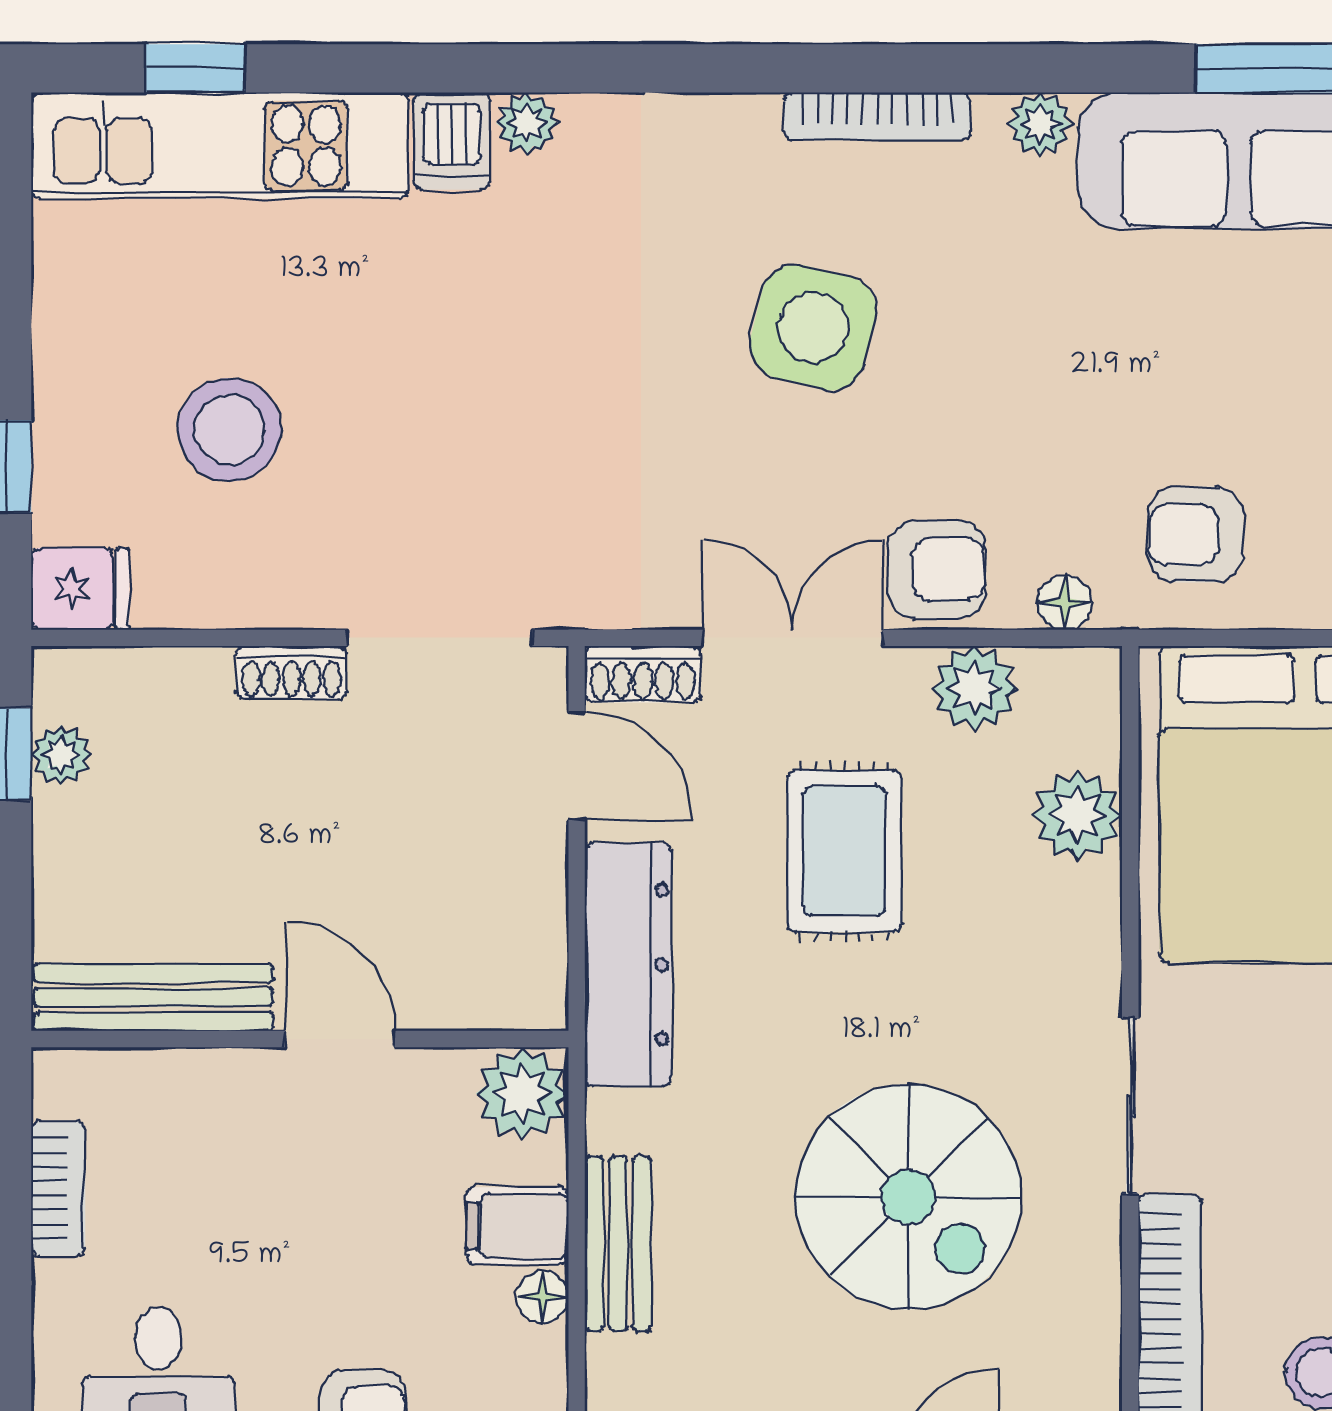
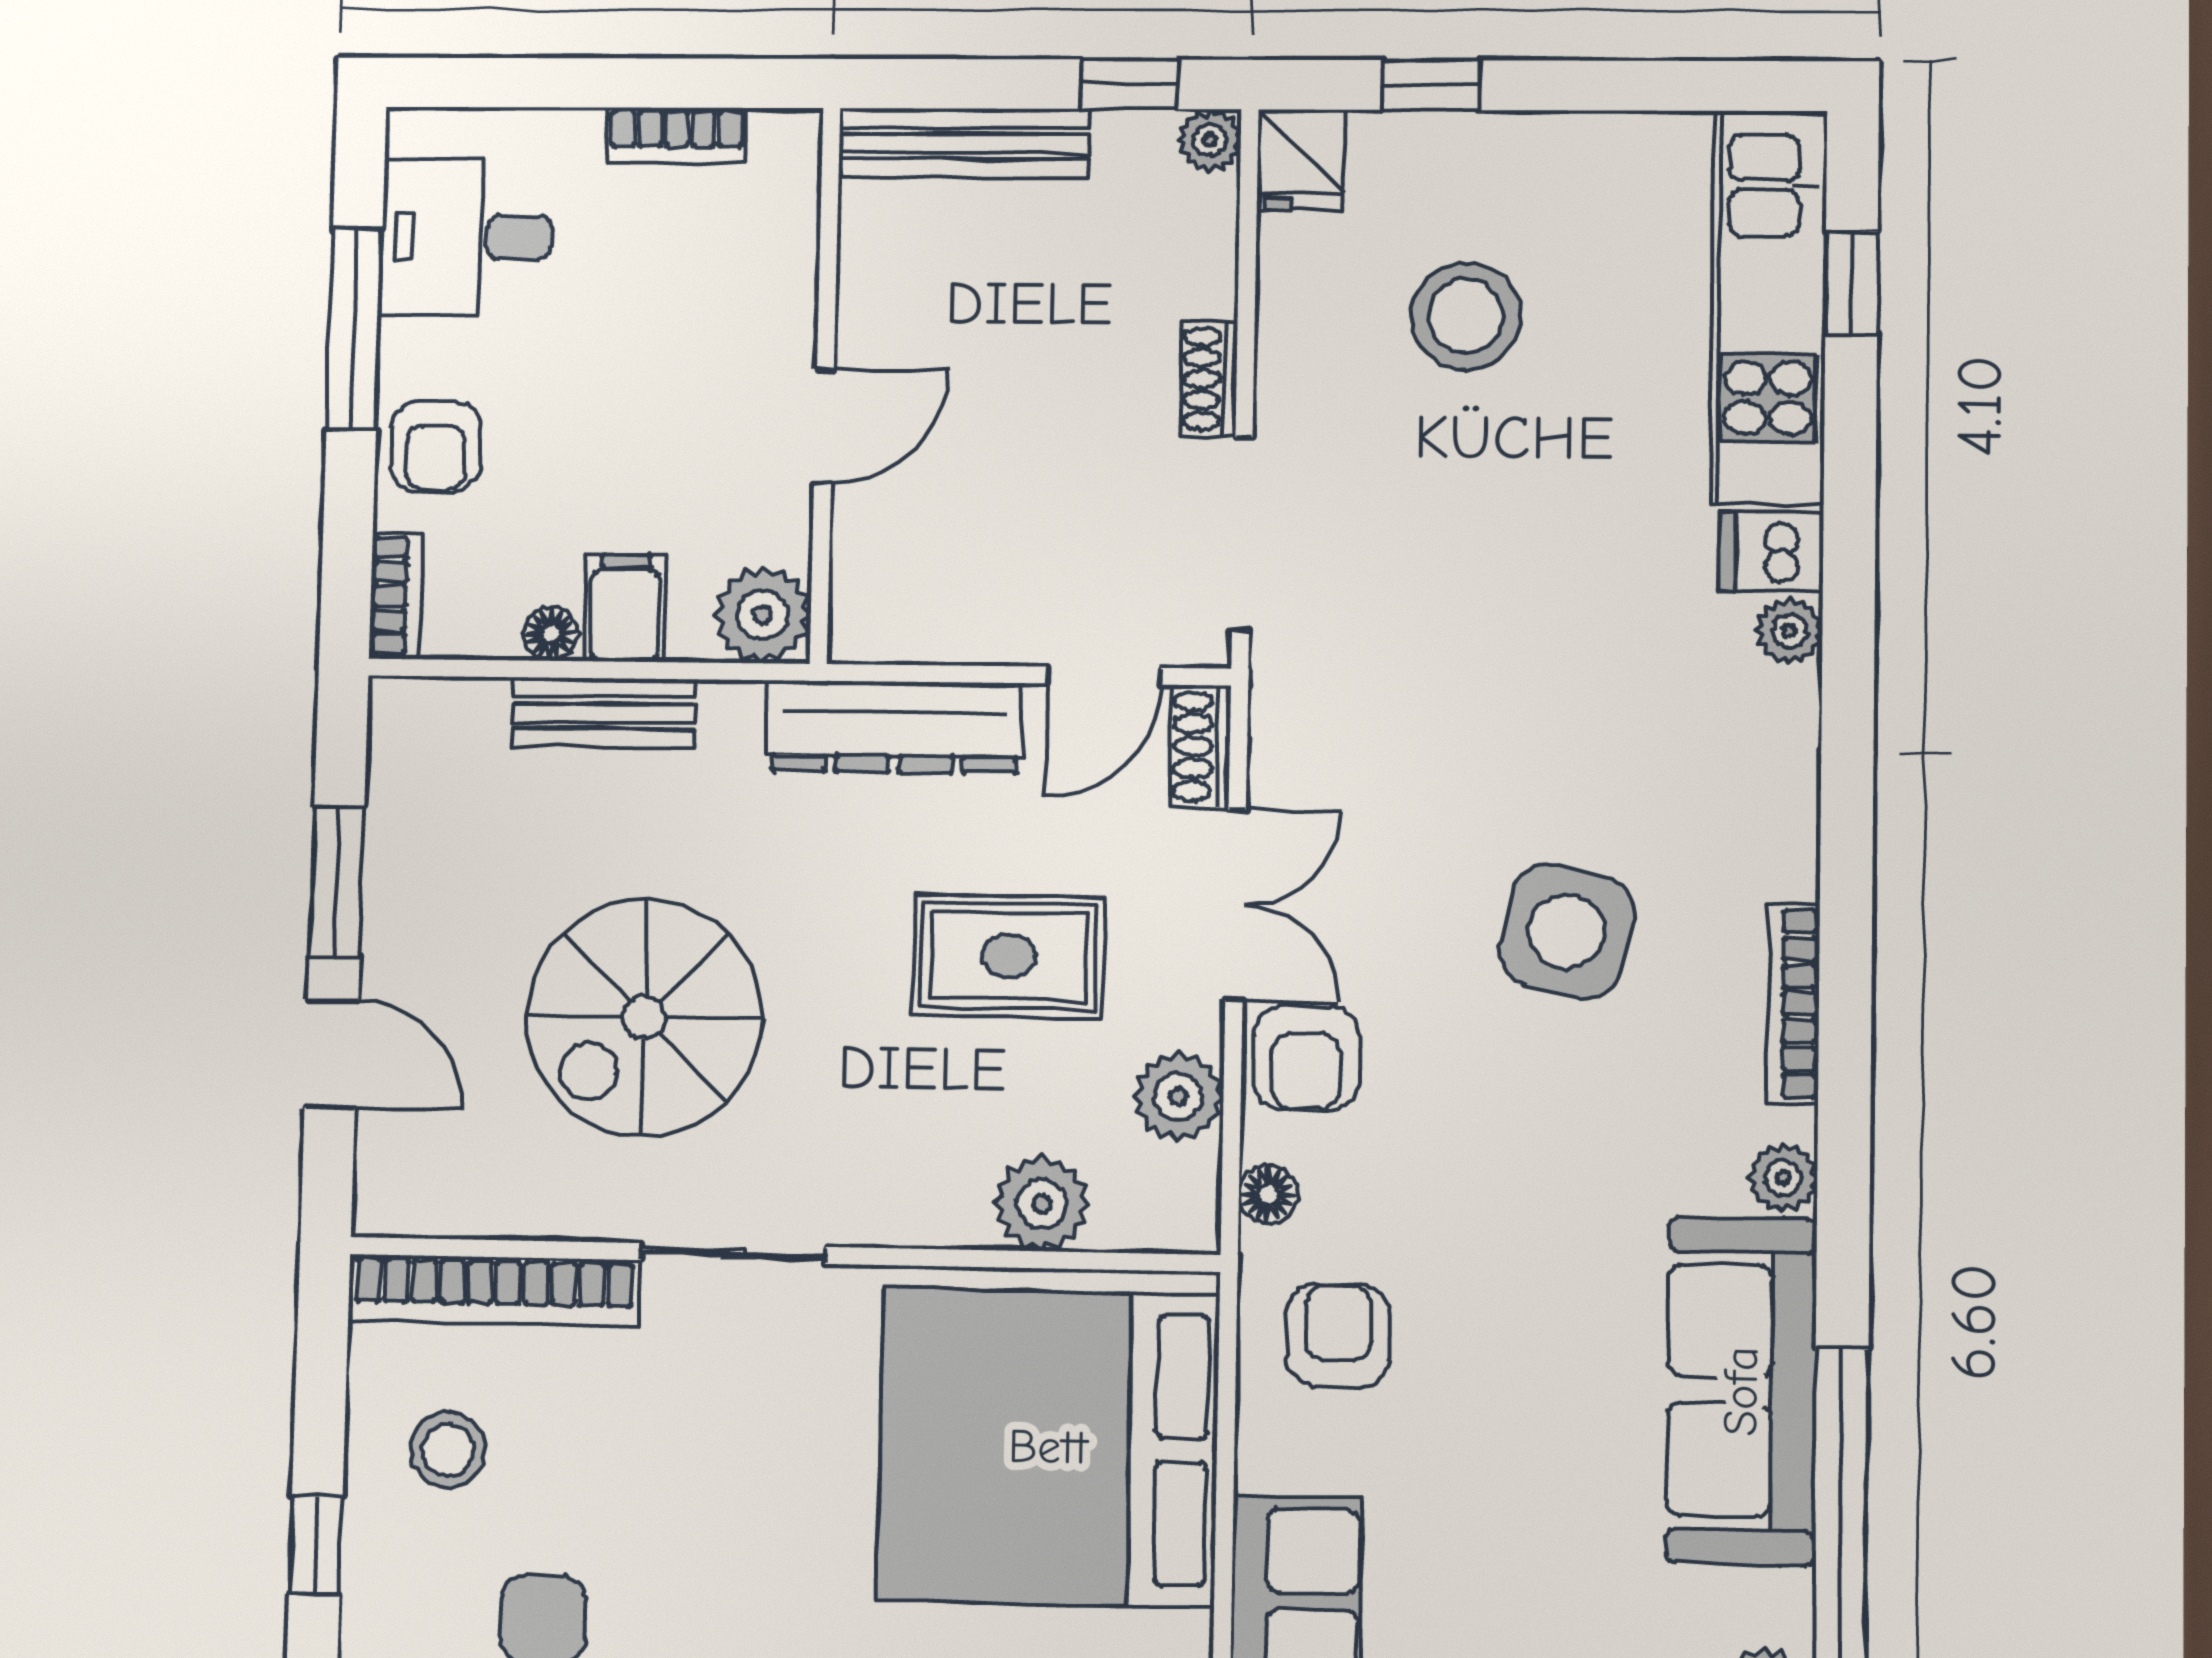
plant: (61, 755) -> (1210, 140), moved
bench: (153, 997) -> (964, 143), moved, turned 90

